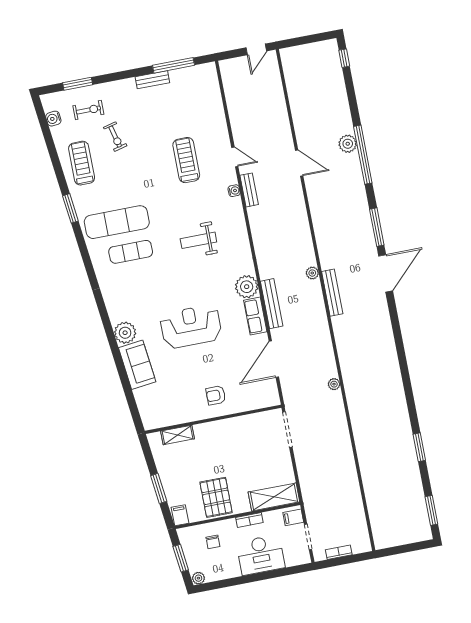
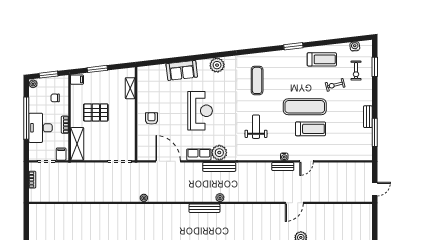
door: (256, 49) -> (375, 189), swing flipped
exercise mat: (117, 222) -> (305, 107), moved, turned 90
bench: (272, 304) -> (219, 167), moved
plant: (125, 333) -> (217, 65), moved
pallet: (216, 497) -> (96, 112), moved
window: (250, 578) -> (26, 118), added

